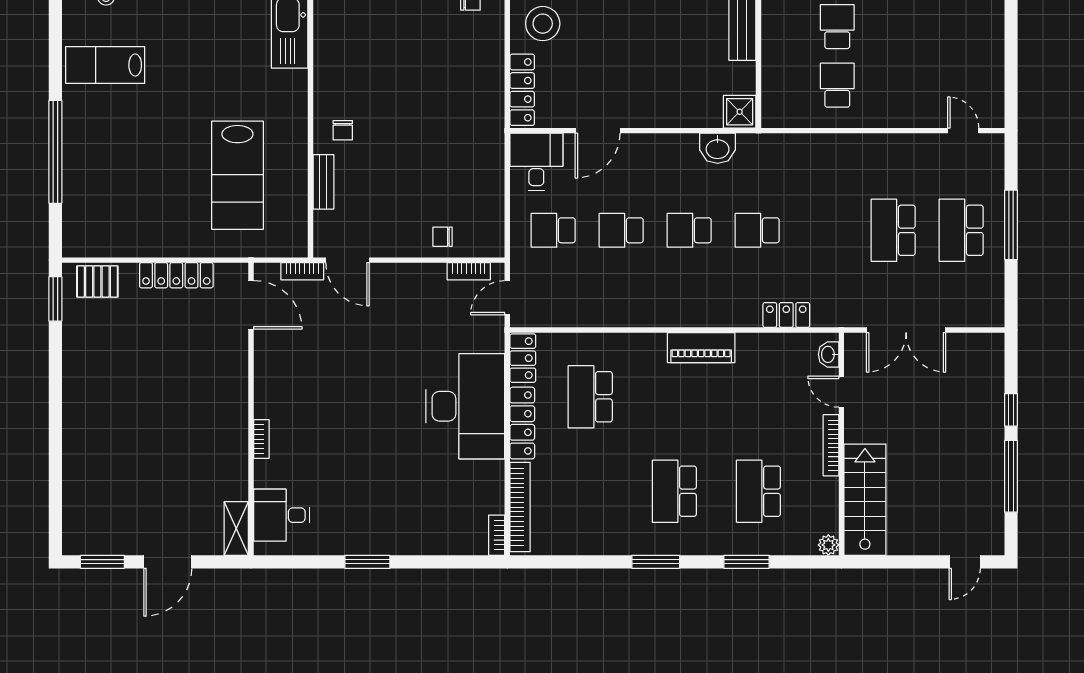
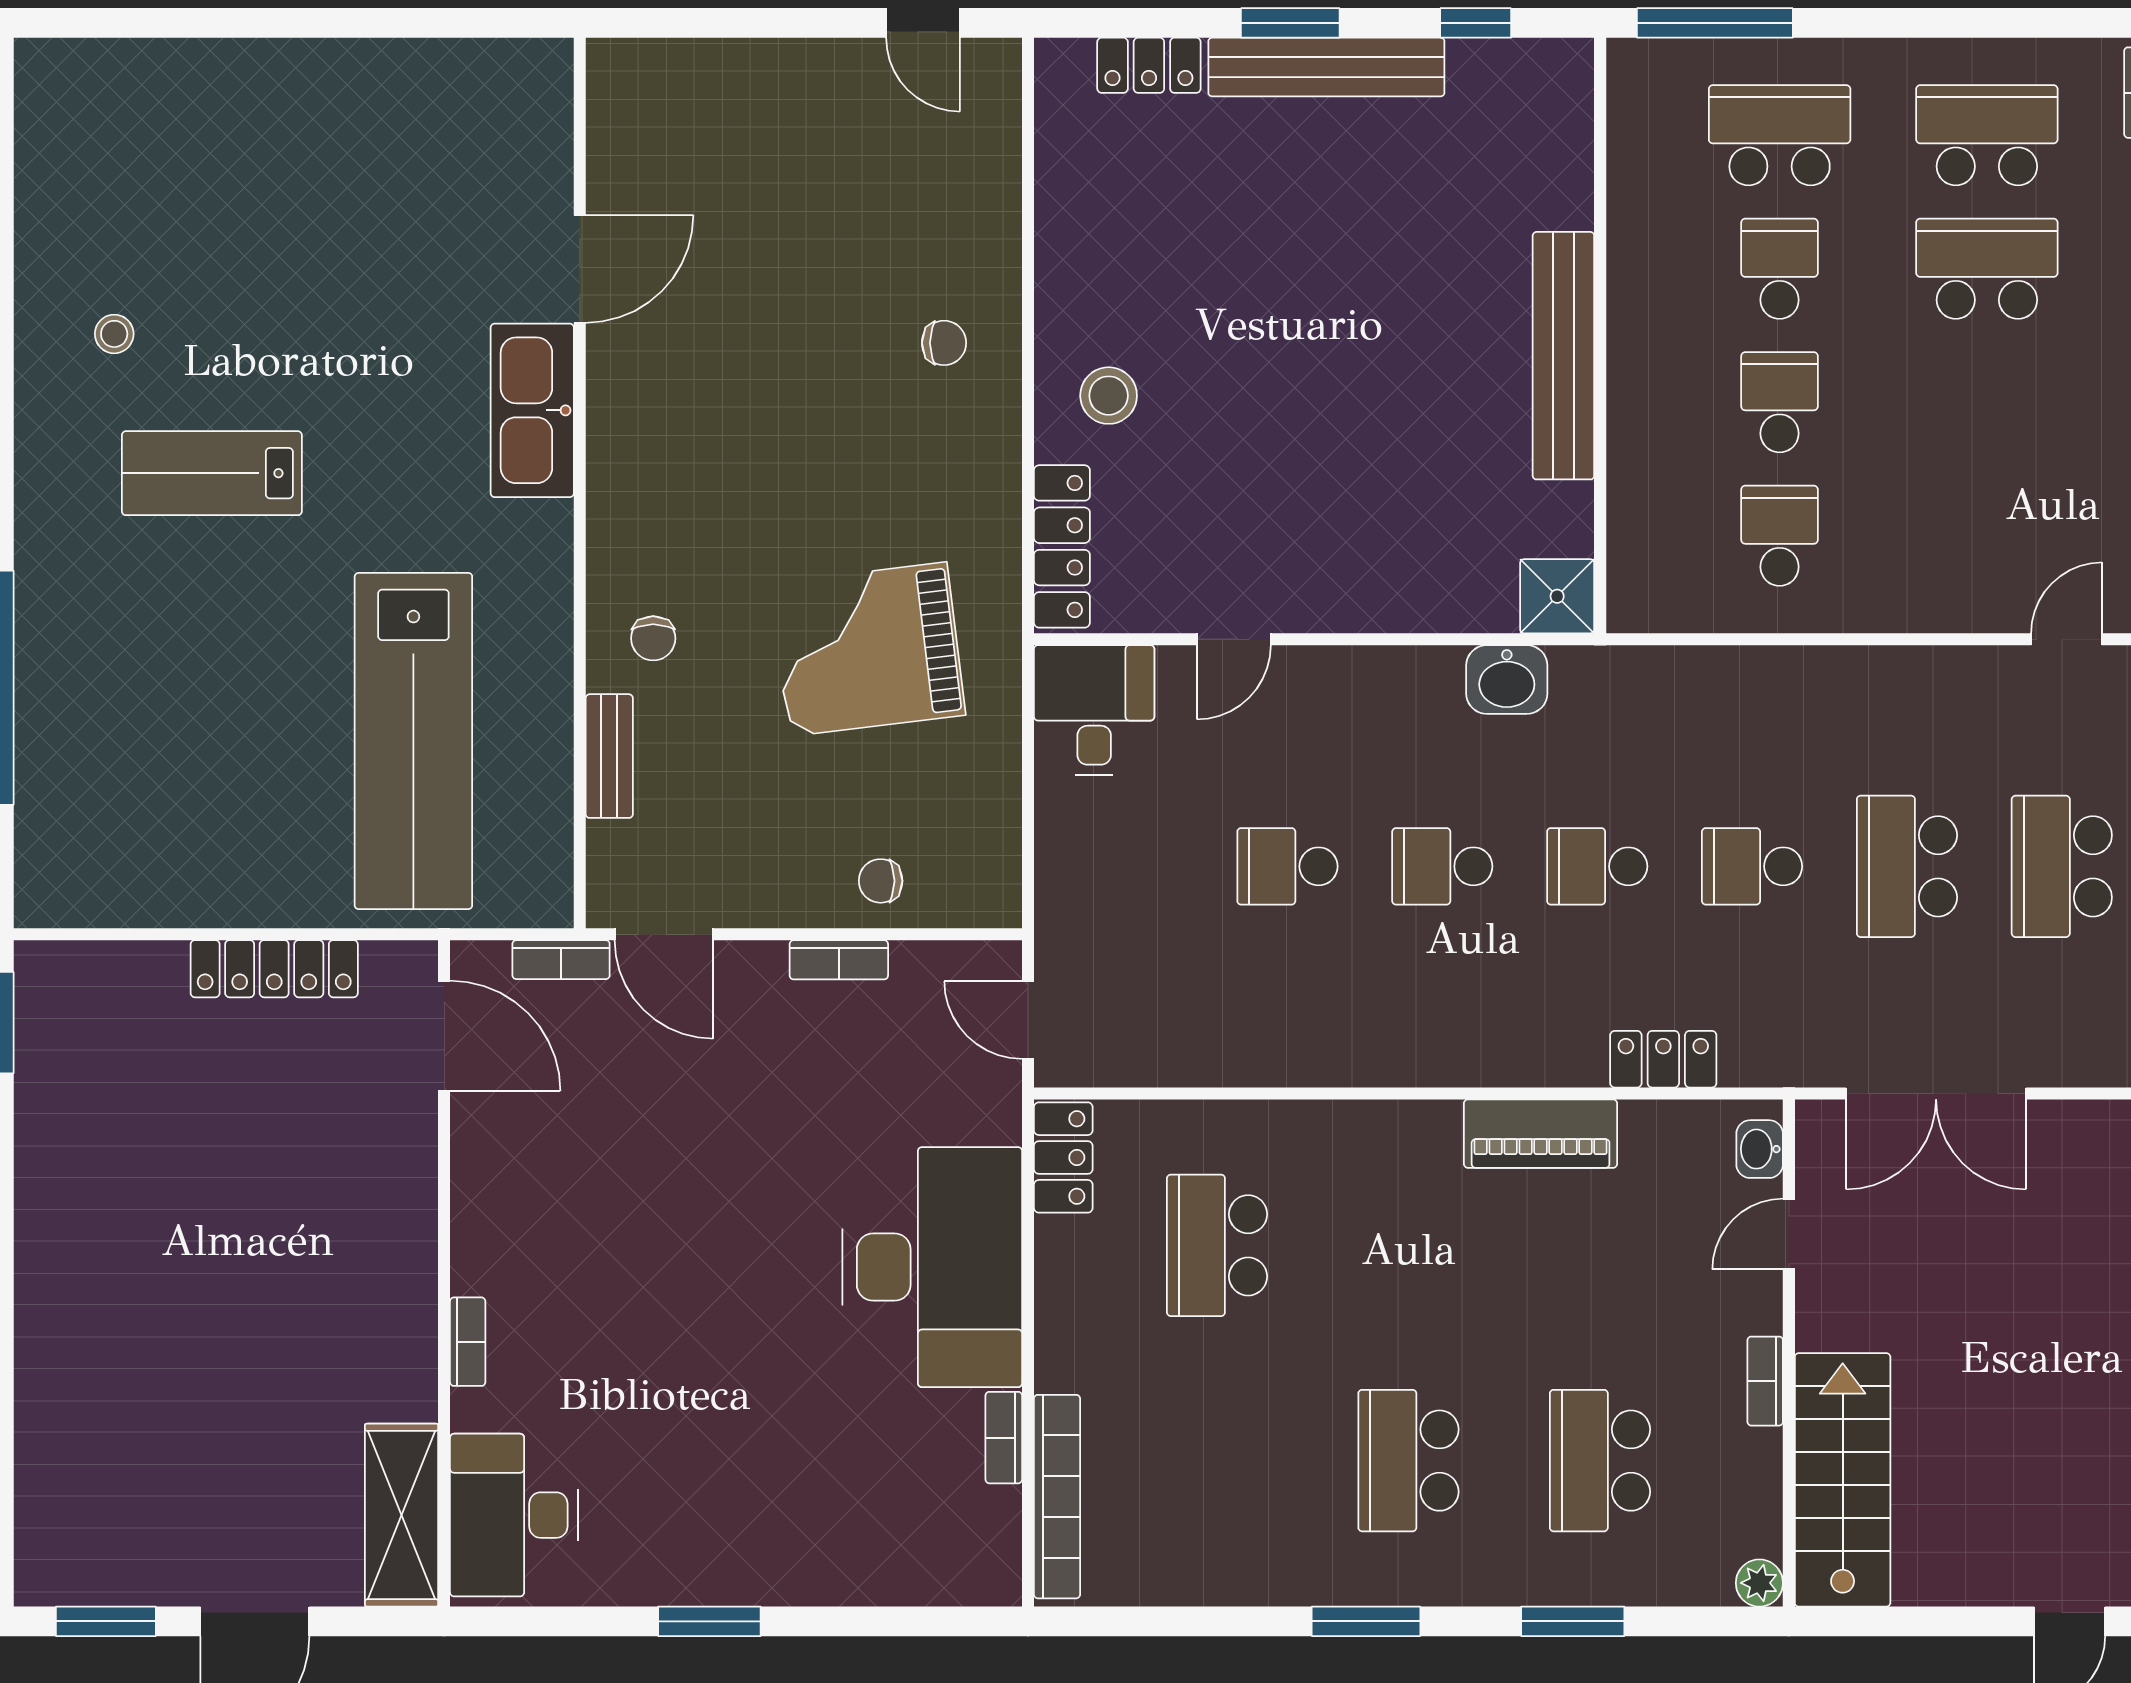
stool: (543, 24) -> (1109, 396), width x0.73, depth x0.73
lab bench: (105, 65) -> (212, 473), moved
door: (598, 131) -> (1234, 639), width x0.73
door: (963, 131) -> (2067, 639), hinge flipped
grand piano: (437, 135) -> (868, 649), added
lab bench: (237, 175) -> (413, 741), width x1.36
school desk: (553, 230) -> (1752, 866), moved
bookcase: (469, 271) -> (839, 960), moved
pallet: (97, 281) -> (94, 983), removed
door: (507, 298) -> (1028, 1020), hinge flipped
piano: (701, 348) -> (1541, 1134), moved
door: (841, 392) -> (1789, 1234), hinge flipped
locker: (522, 423) -> (1062, 1305), removed
bookcase: (831, 445) -> (1765, 1381), width x0.64
desk: (282, 515) -> (514, 1515), width x1.37
shelving: (236, 529) -> (402, 1515), width x1.50, depth x1.33
bookcase: (497, 535) -> (1004, 1438), moved

